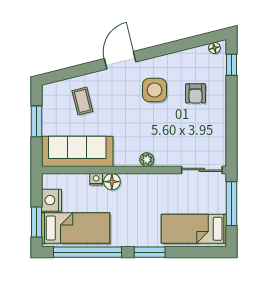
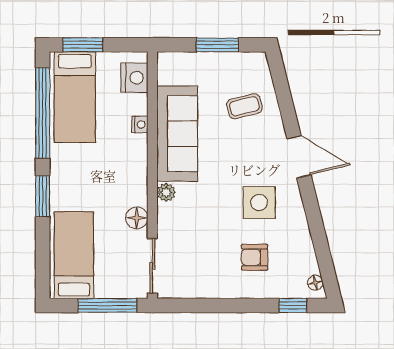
sofa: (77, 151) -> (177, 134), moved
floor lamp: (112, 182) -> (137, 218), moved
nightstand: (52, 200) -> (134, 78), moved, turned 90

